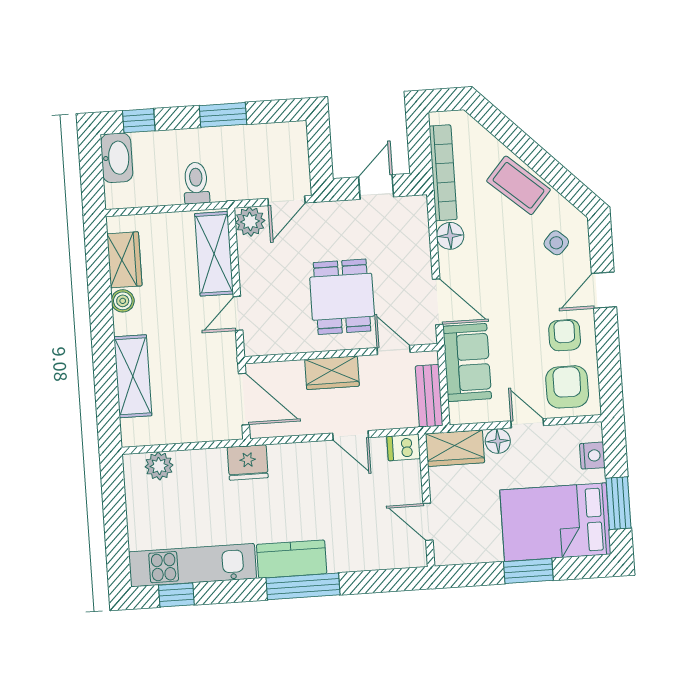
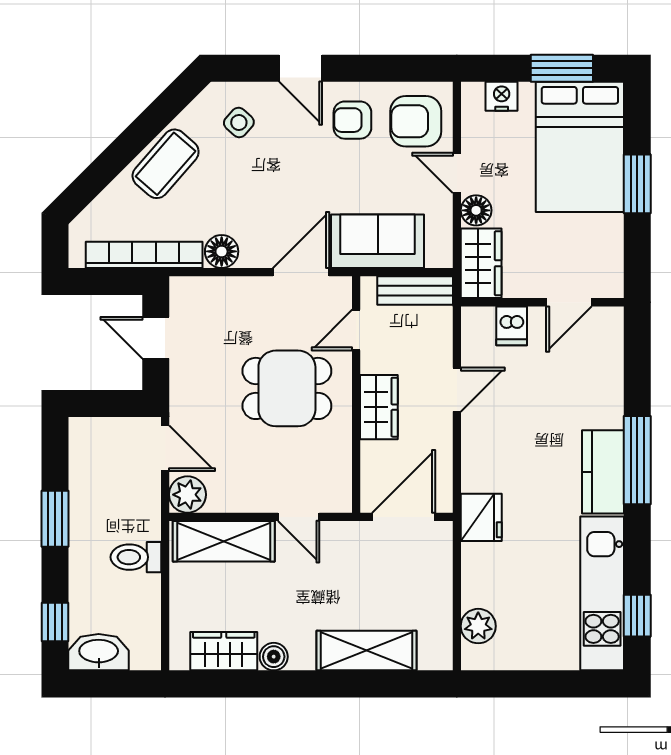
door: (527, 423) -> (457, 173), hinge flipped
dishwasher: (404, 448) -> (512, 326), moved

